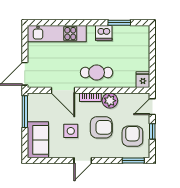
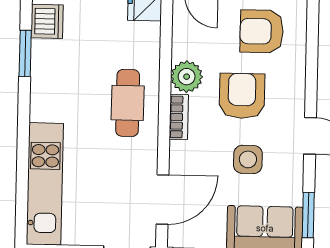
dishwasher: (104, 33) -> (47, 21), moved
door: (63, 90) -> (163, 199), moved
window: (133, 161) -> (308, 215), moved

